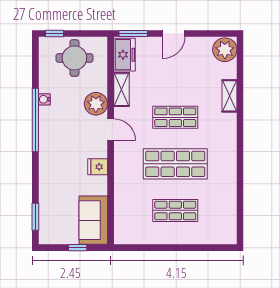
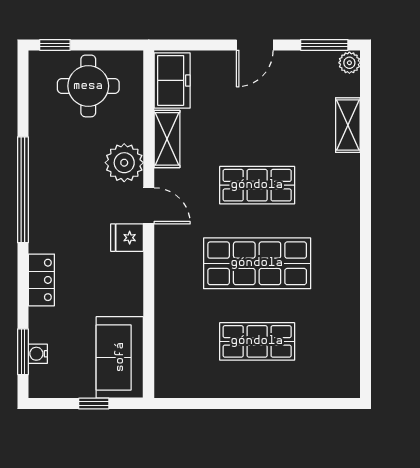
window: (133, 33) -> (324, 45), moved
plant: (225, 50) -> (349, 63), width x0.53, depth x0.53
shelving: (229, 96) -> (348, 125), moved
water cooler: (44, 99) -> (38, 354), moved
fridge: (98, 167) -> (127, 238), moved
locker: (46, 174) -> (41, 280), added

